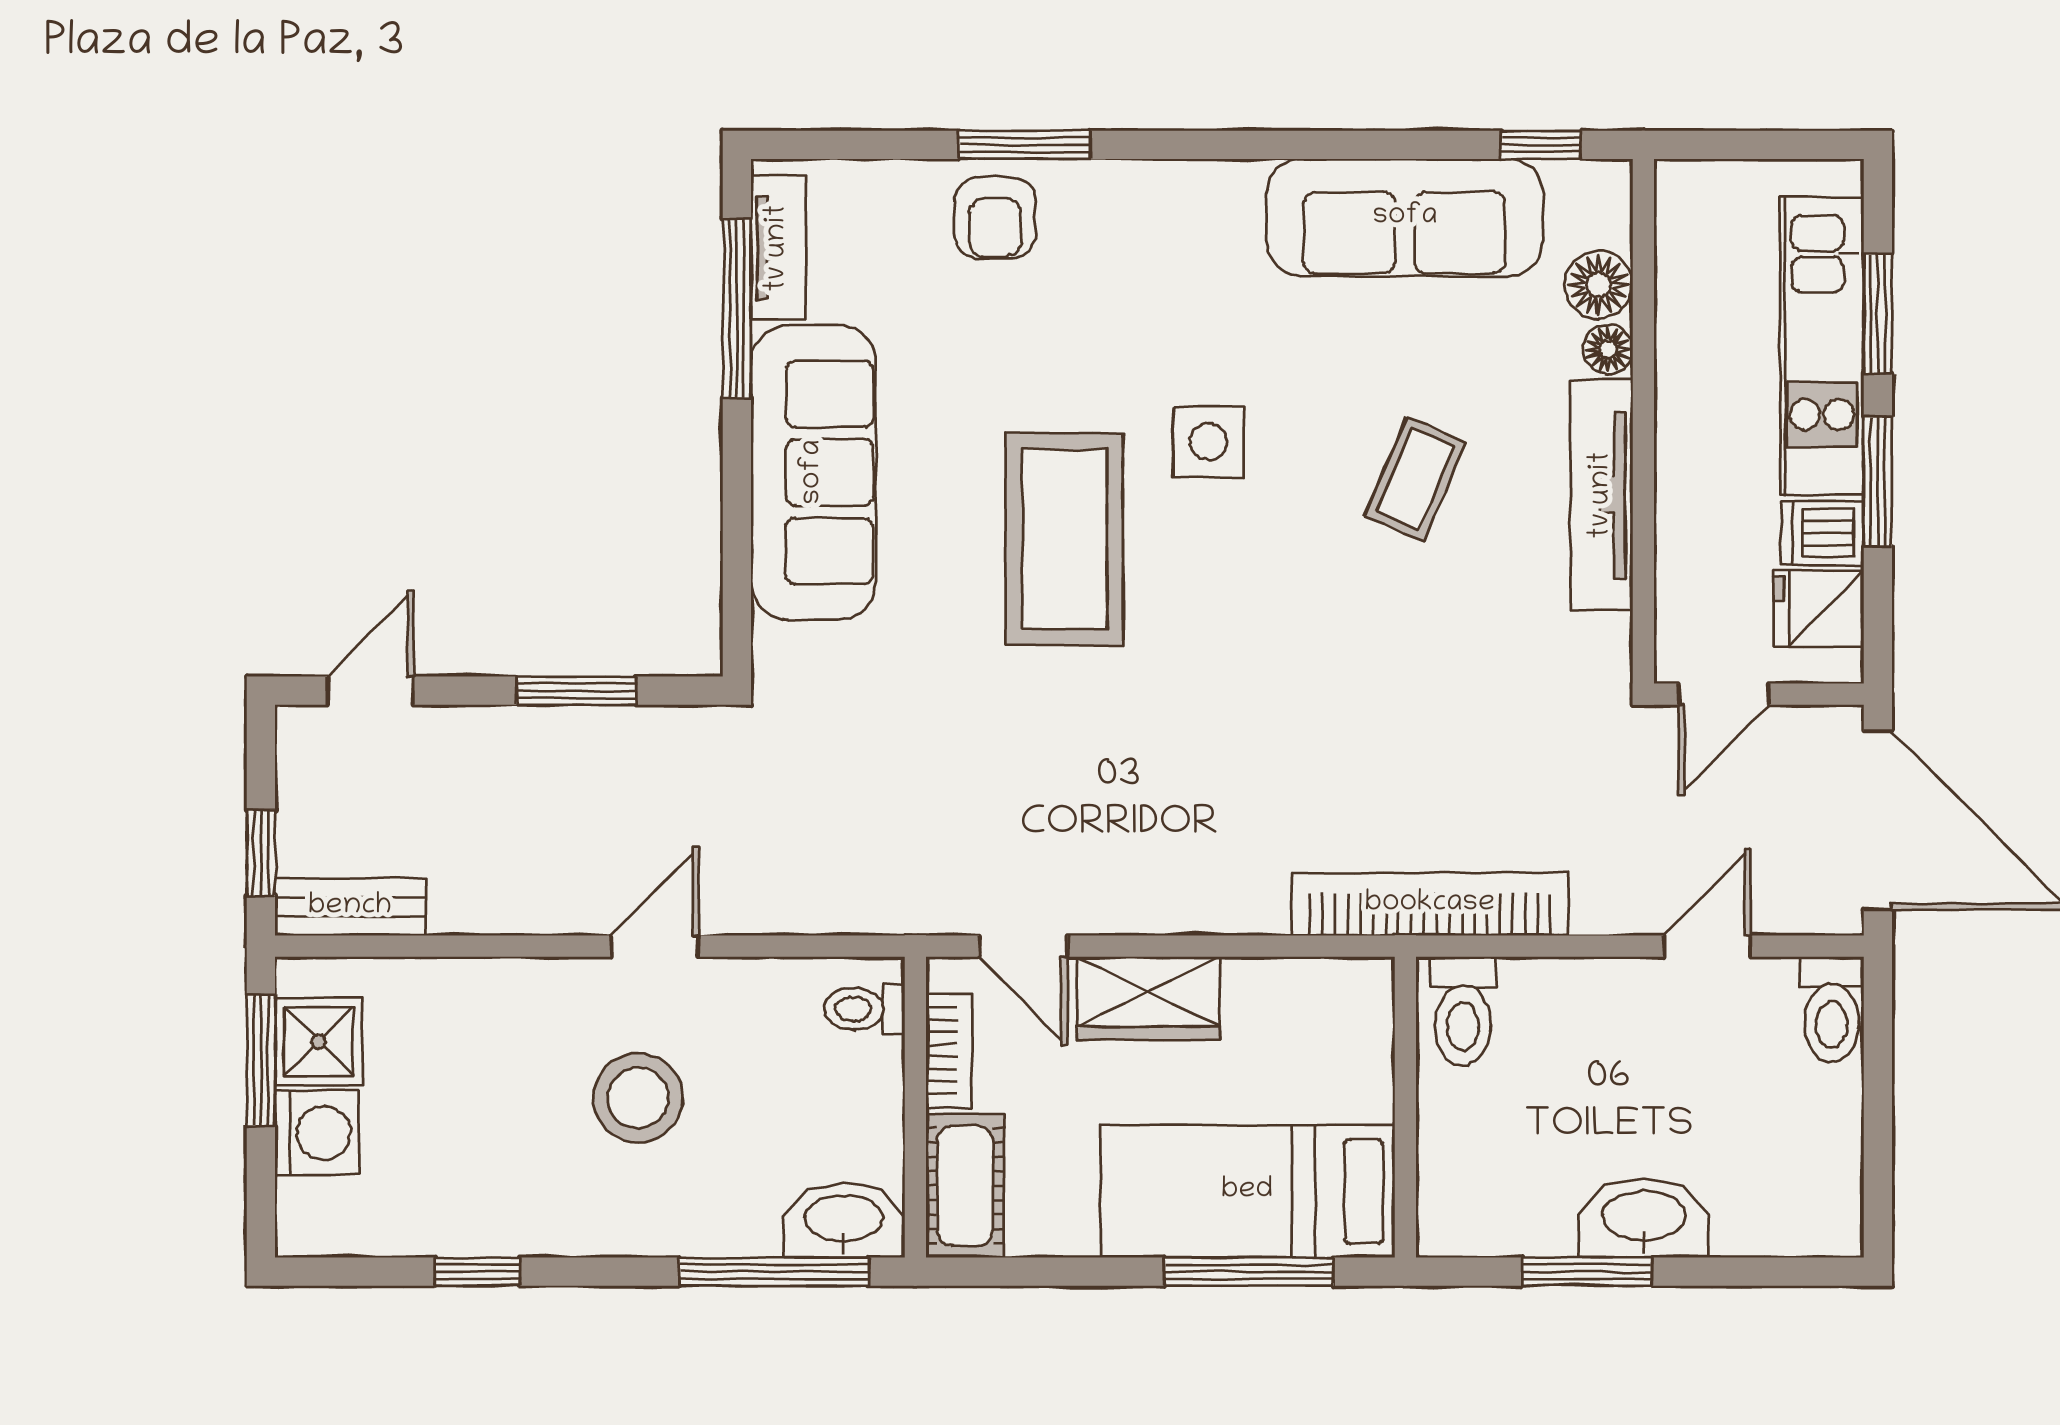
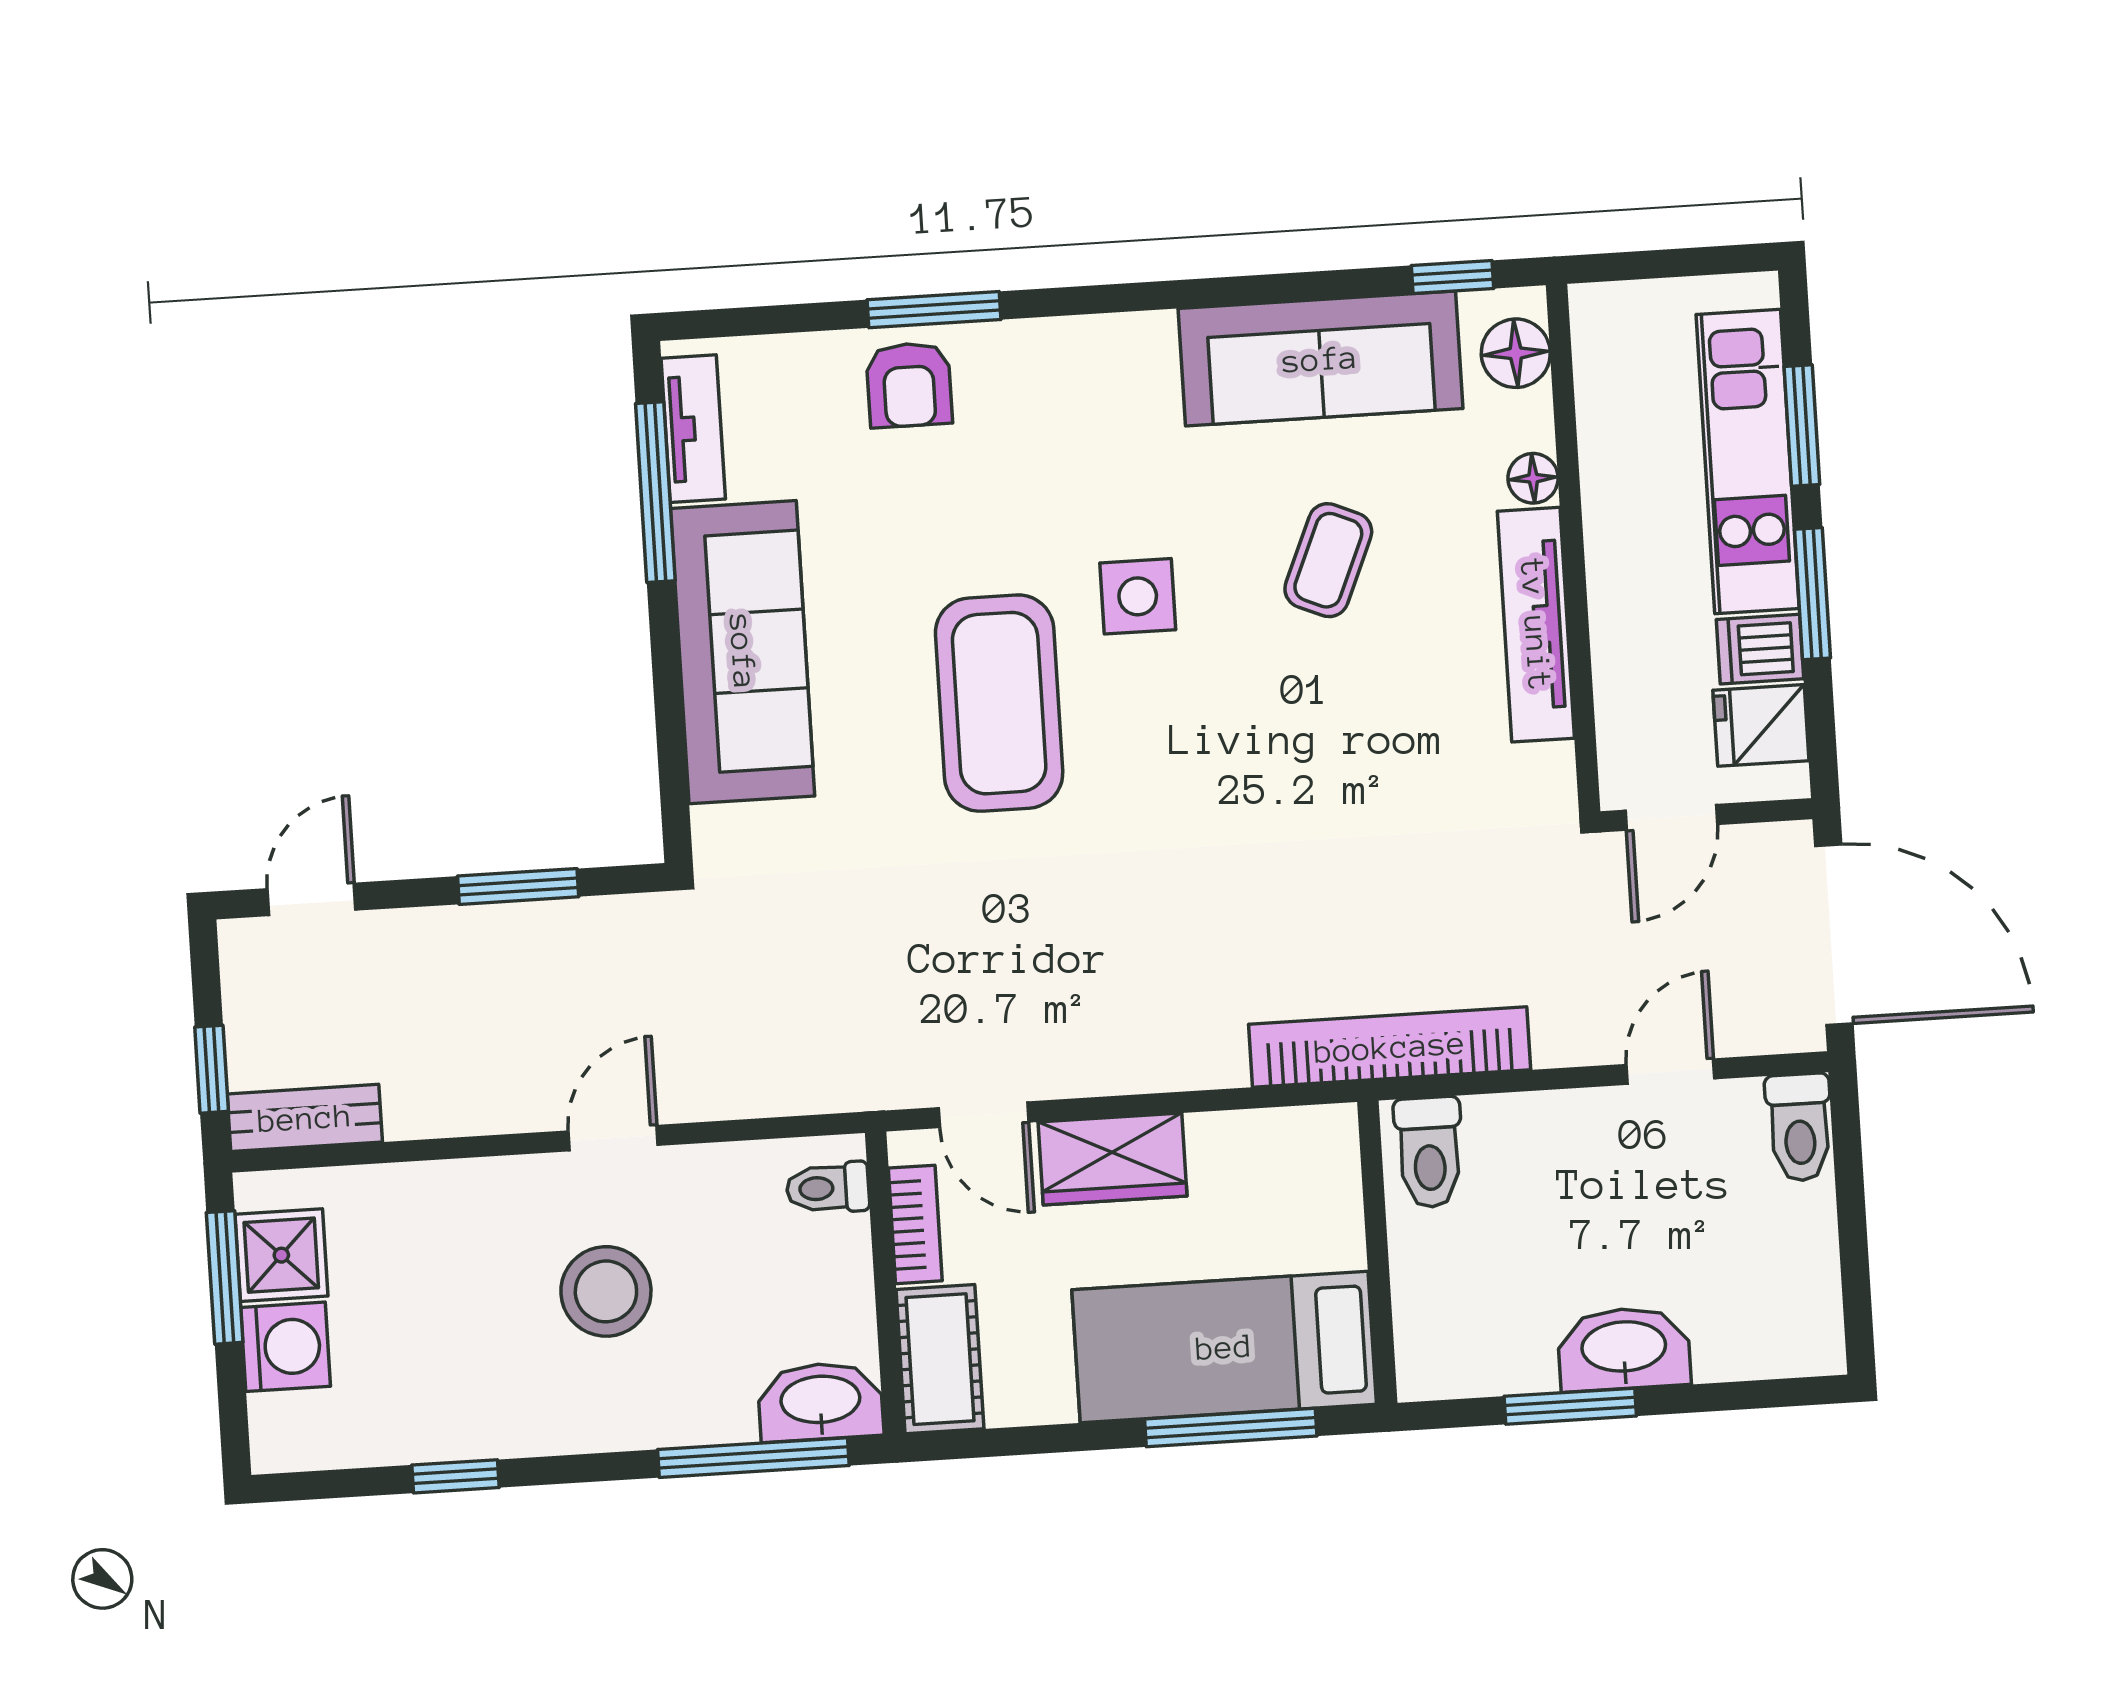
floor lamp: (1599, 285) -> (1516, 353), moved
coffee table: (1415, 479) -> (1328, 560), moved

